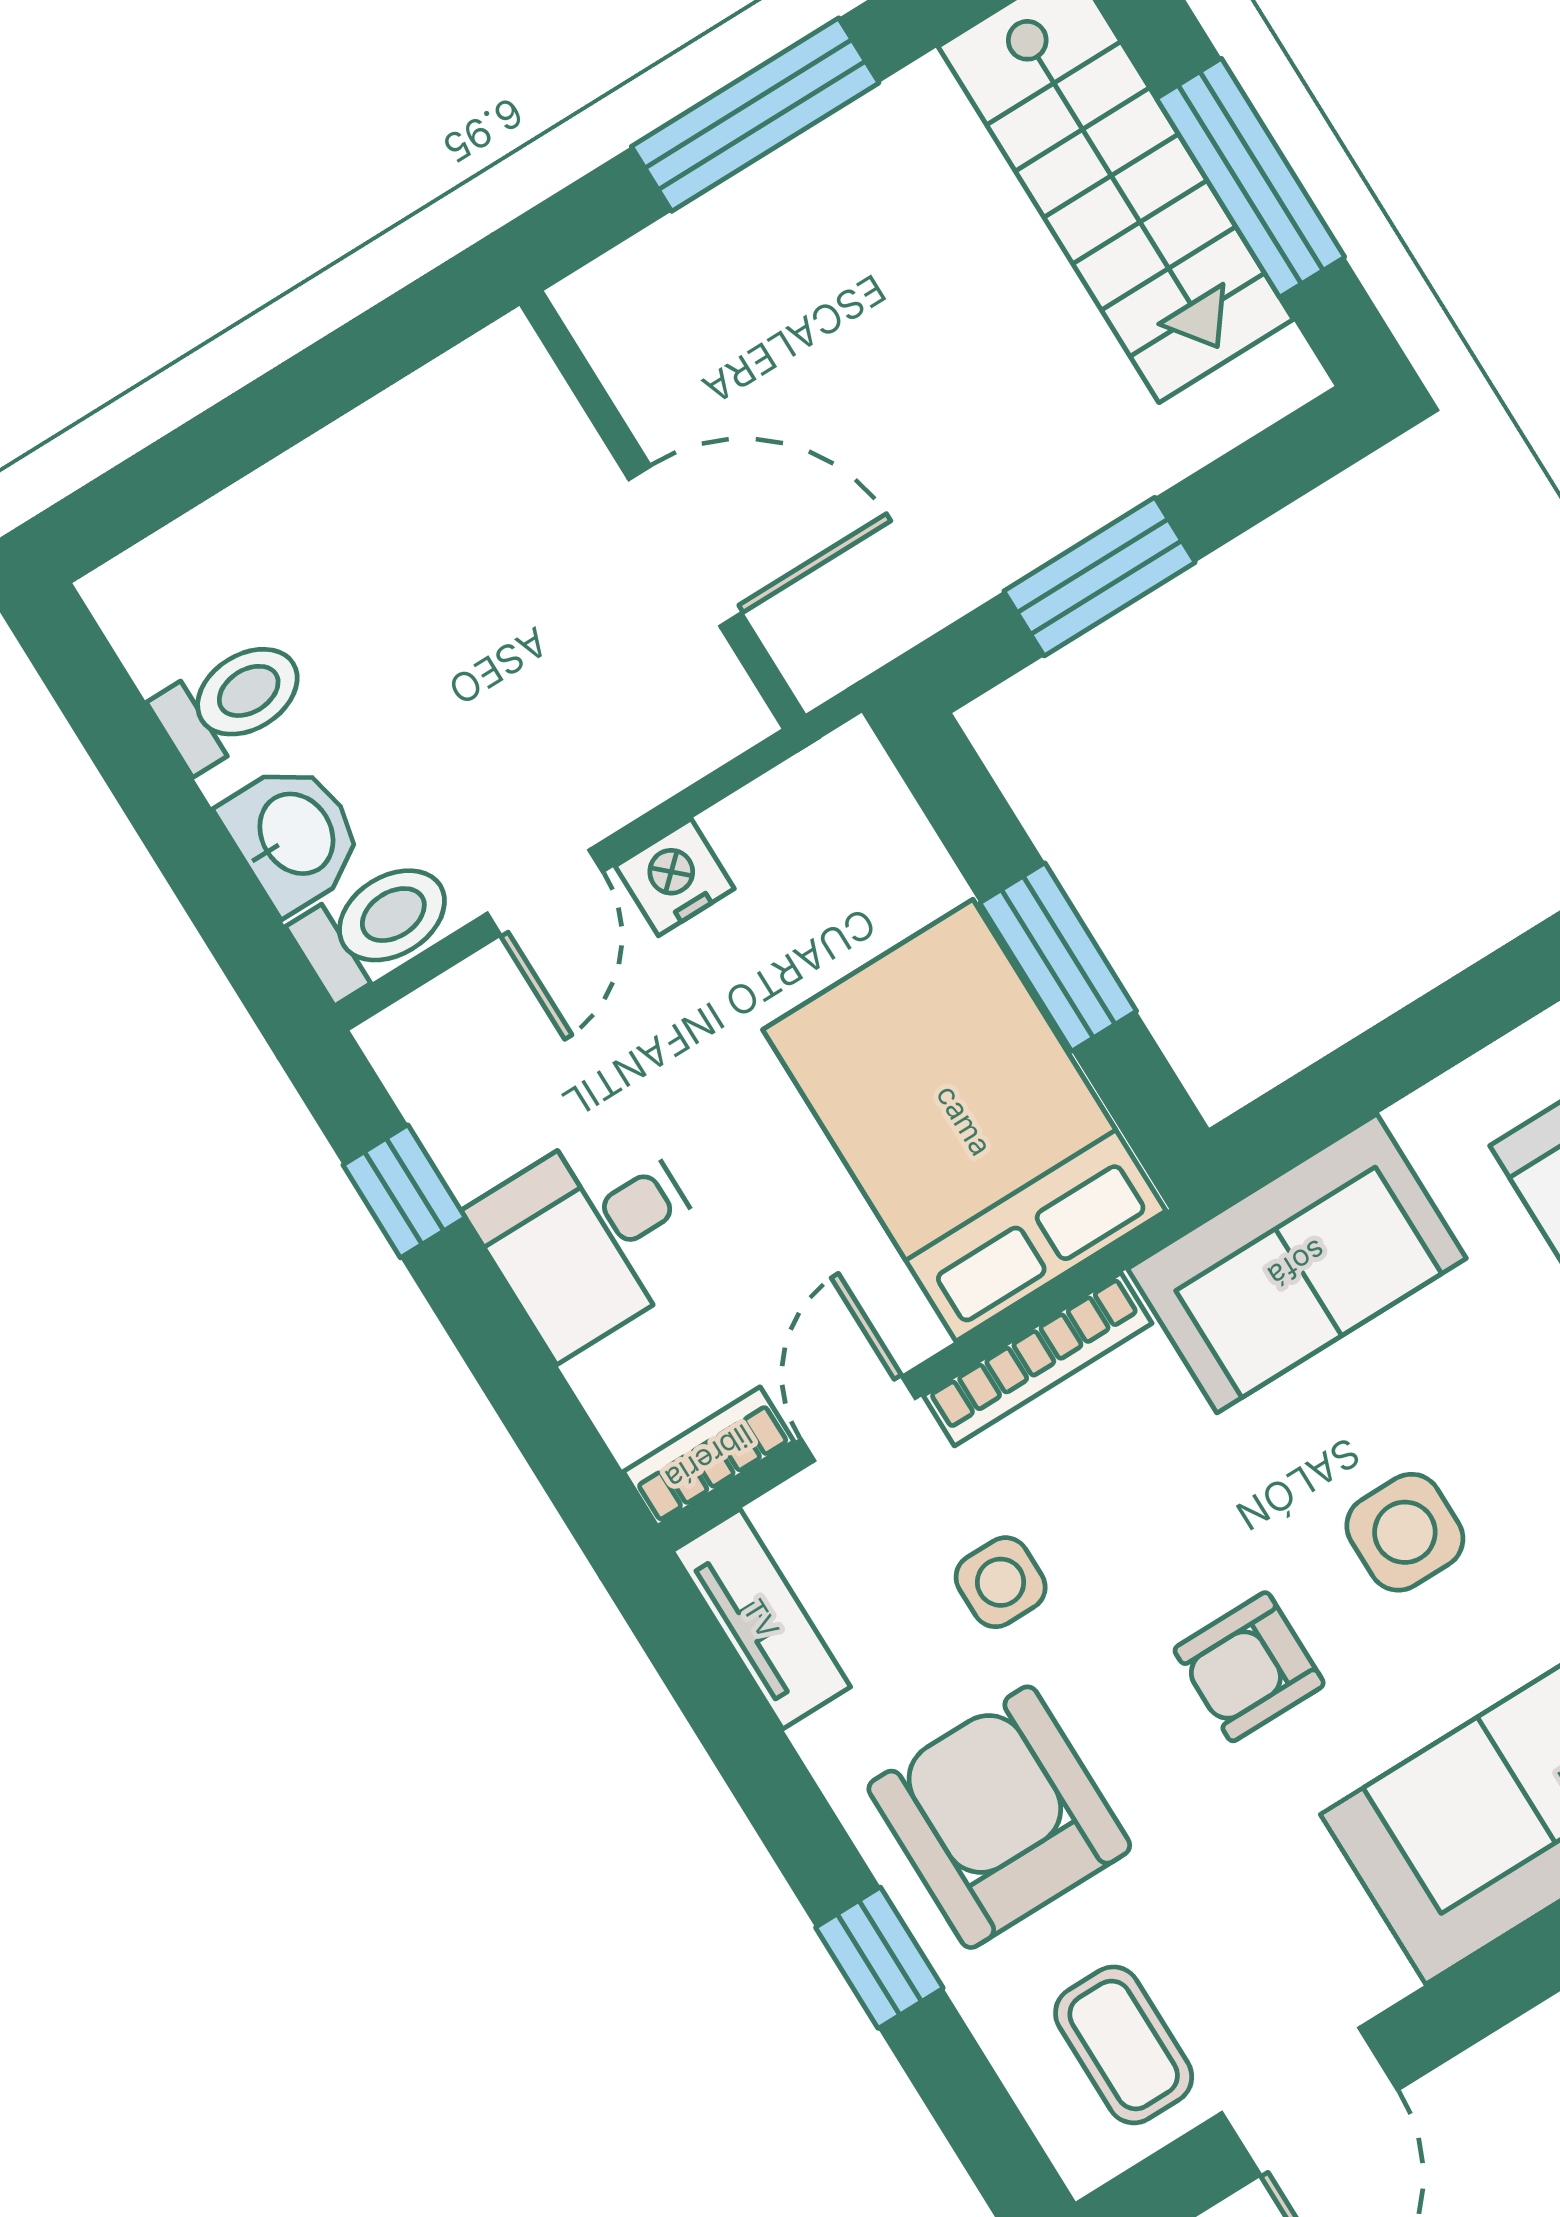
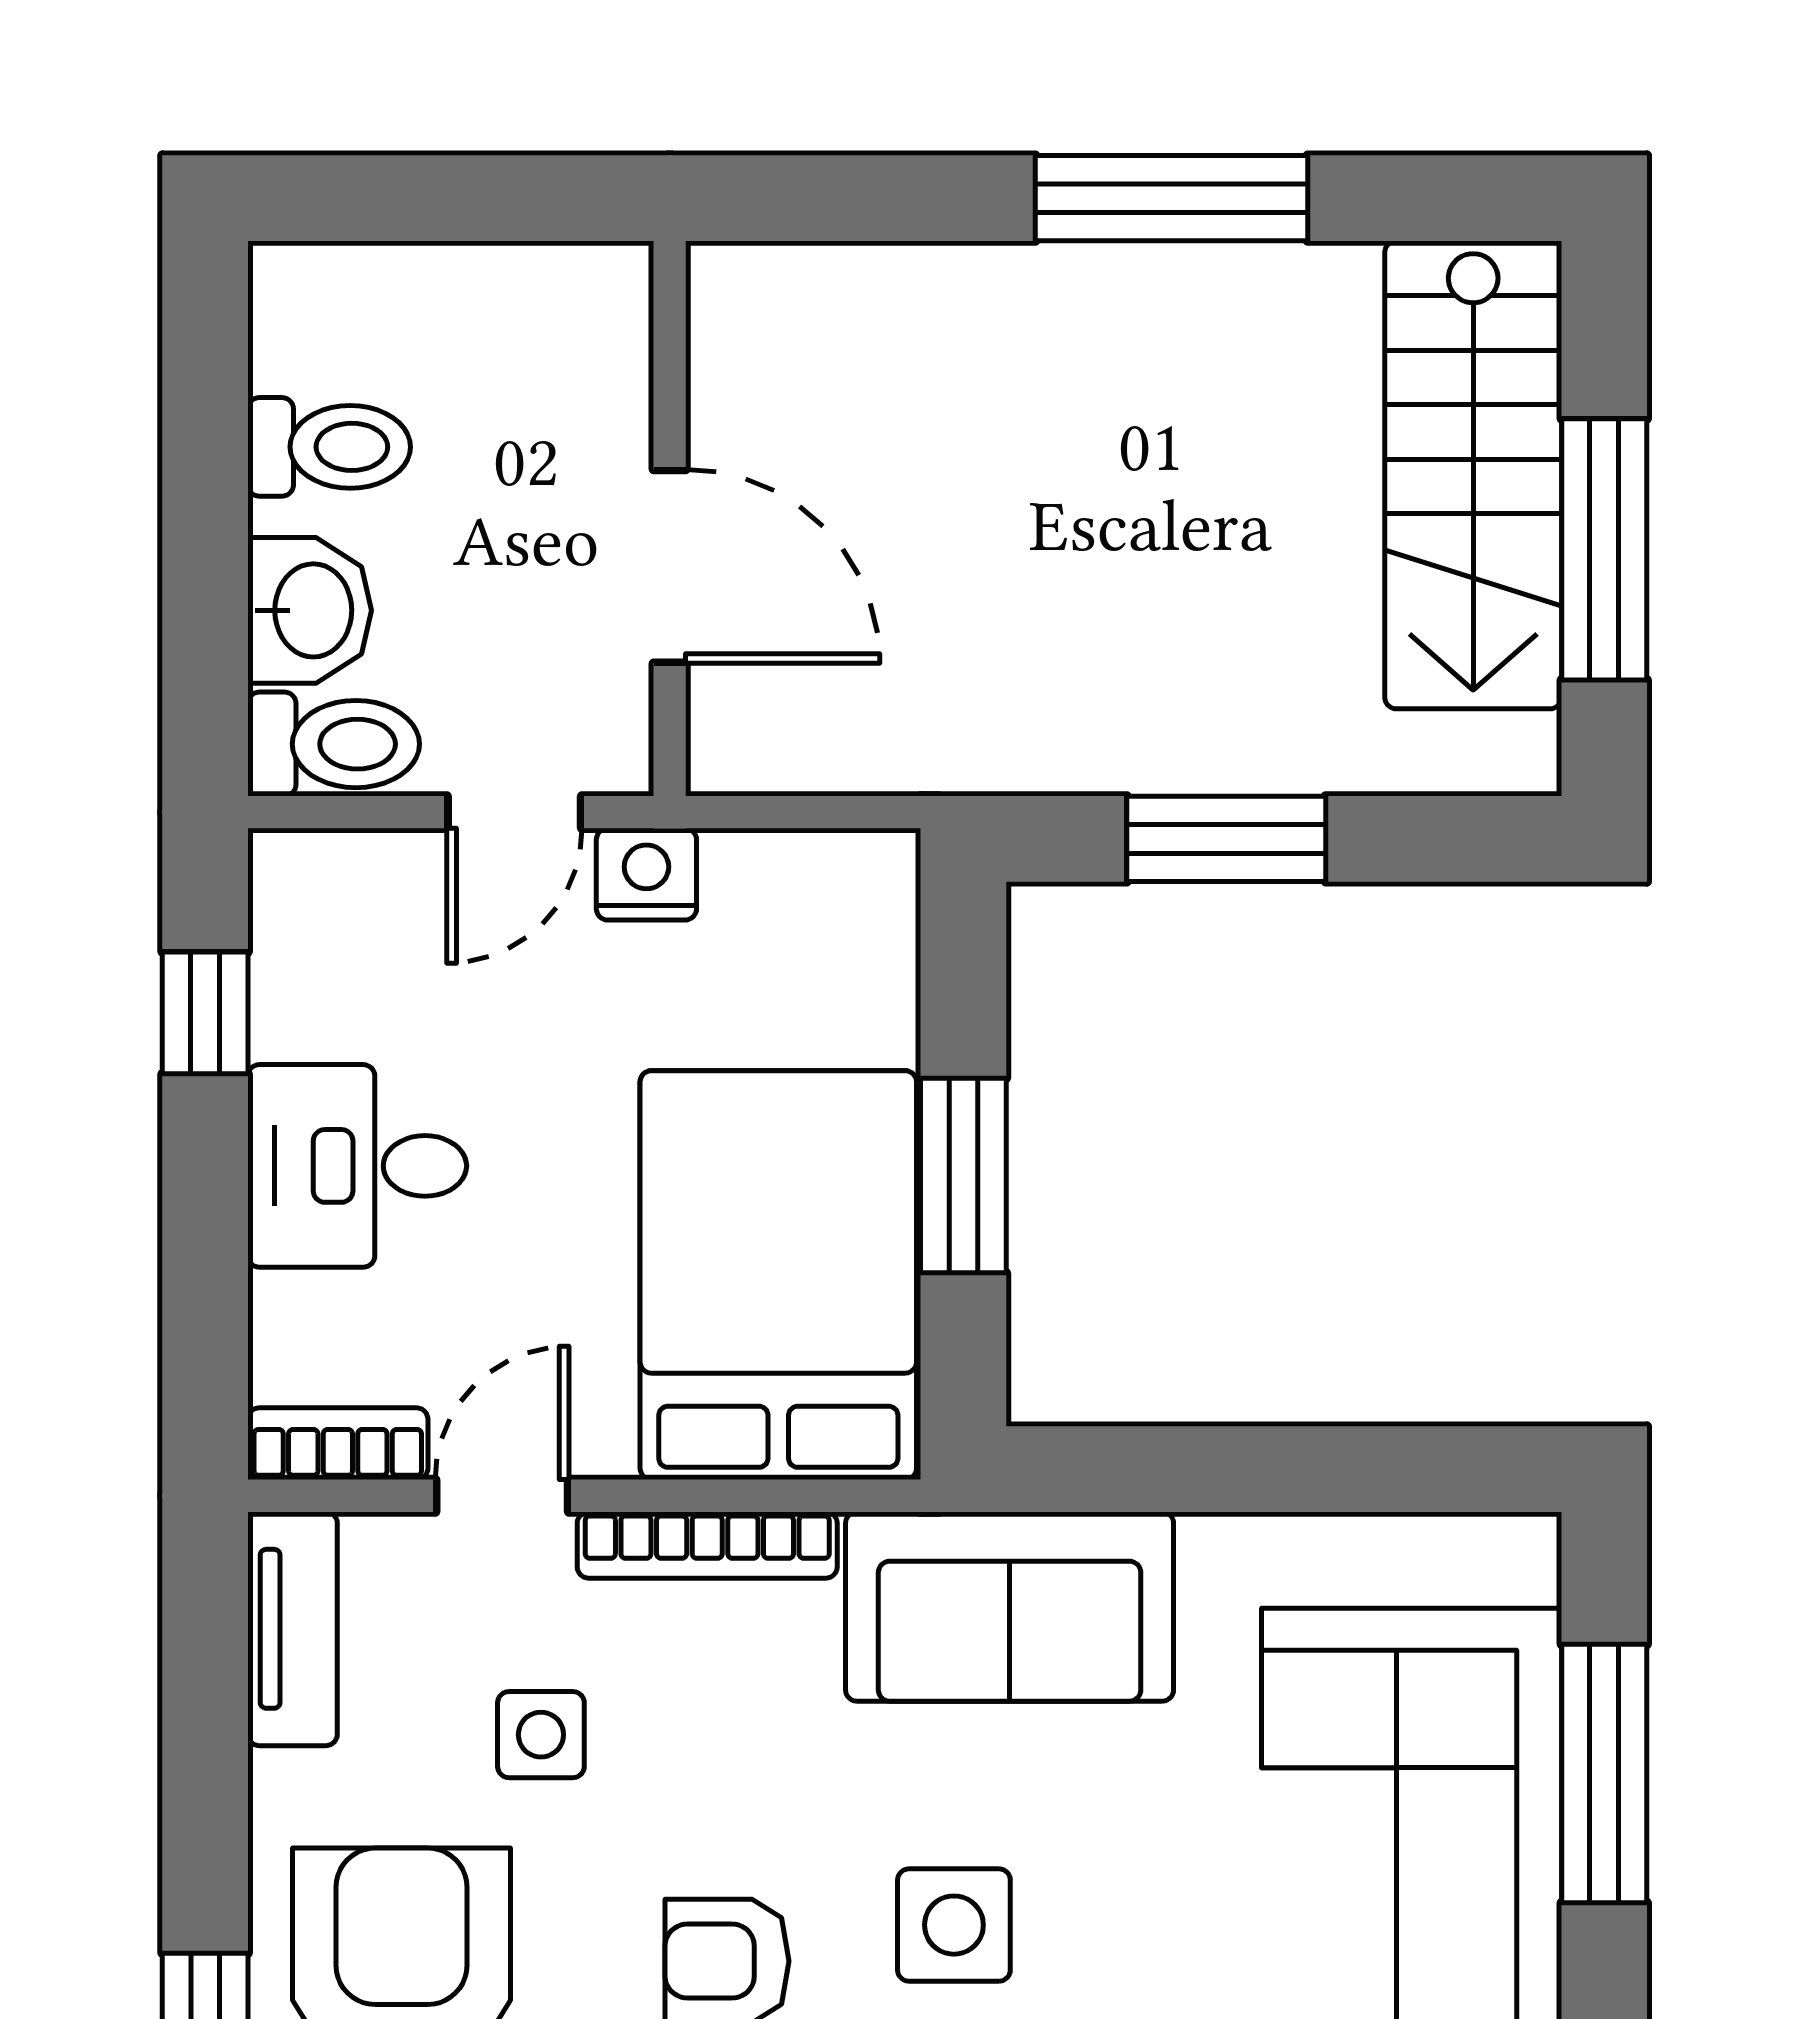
wall: (663, 510) -> (670, 518), moved
door: (685, 546) -> (670, 566), moved

